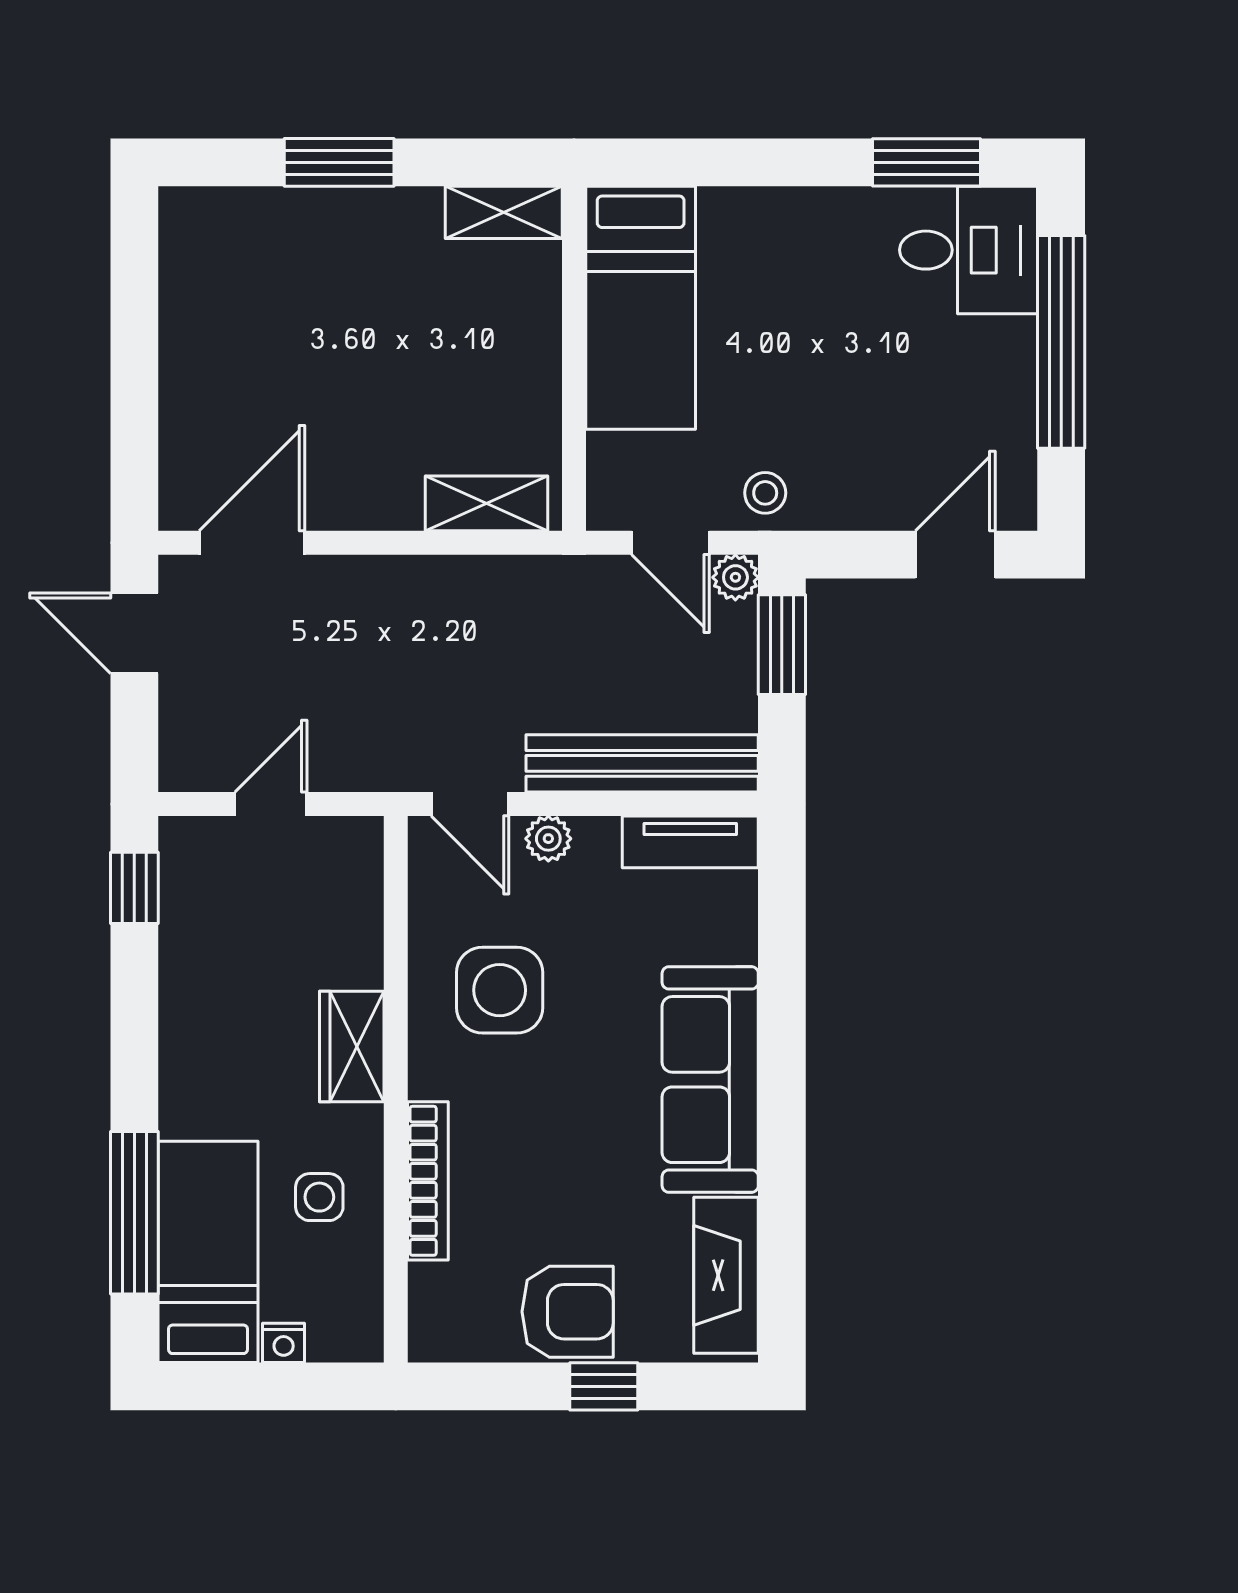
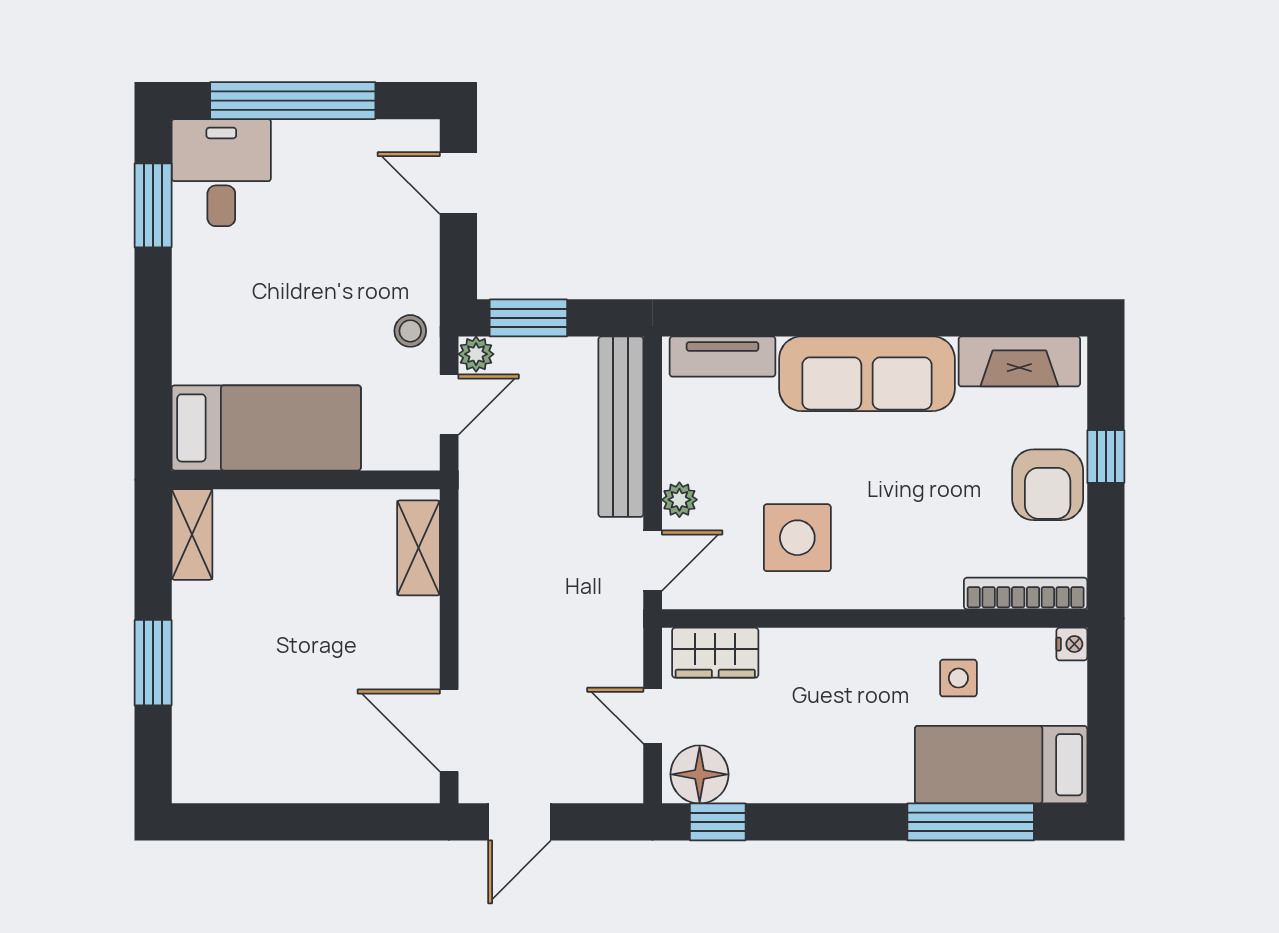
tv unit: (690, 842) -> (723, 357), moved, turned 90
floor lamp: (195, 864) -> (700, 774), added
wardrobe: (352, 1047) -> (715, 653), moved
bookcase: (428, 1181) -> (1026, 593), moved
armchair: (568, 1312) -> (1048, 485), turned 180
nightstand: (284, 1343) -> (1072, 644), moved

